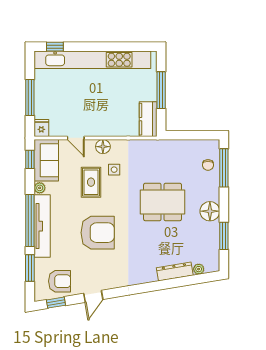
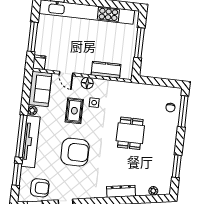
kitchen counter: (148, 119) -> (106, 70), moved, turned 90
window: (30, 159) -> (27, 87), removed
dining table: (163, 202) -> (130, 133), width x0.73
floor lamp: (210, 211) -> (168, 145), removed
dresser: (175, 272) -> (121, 191), moved

